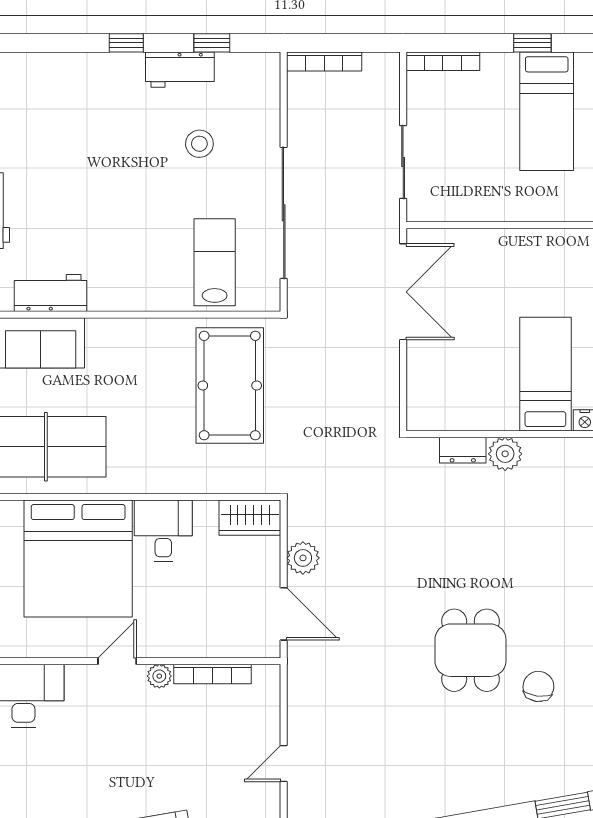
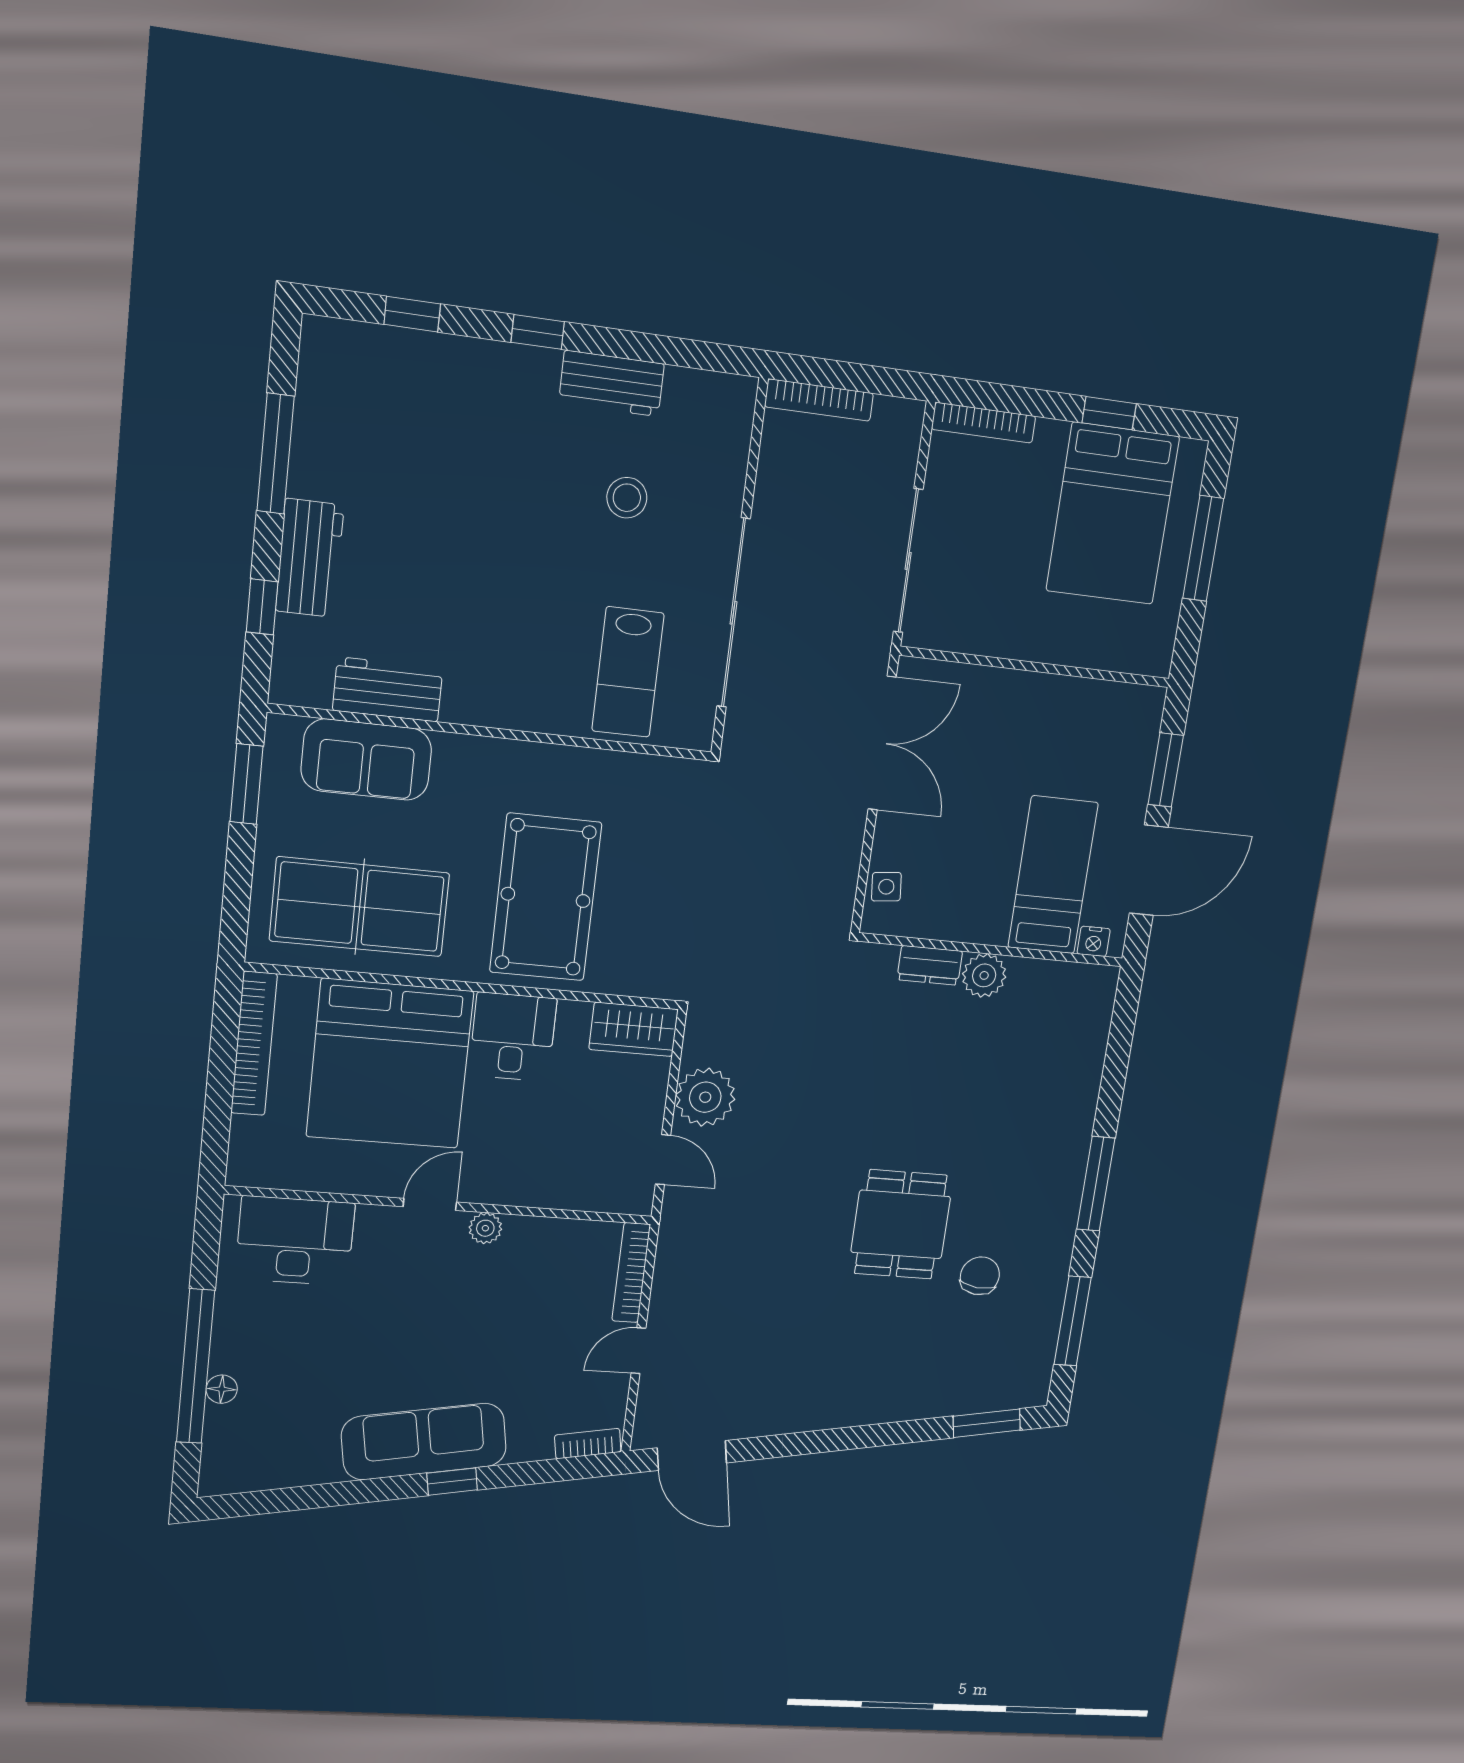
window: (212, 43) -> (412, 314), moved
bed: (547, 111) -> (1113, 514), width x1.50
sliding door: (403, 162) -> (908, 561), width x1.37
lab bench: (215, 262) -> (628, 672), turned 180
pool table: (230, 386) -> (546, 897), moved
side table: (422, 395) -> (886, 887), added
plant: (303, 558) -> (705, 1097), width x1.36, depth x1.36
door: (284, 614) -> (663, 1160), width x0.73
bookcase: (212, 674) -> (631, 1273), moved, turned 90

